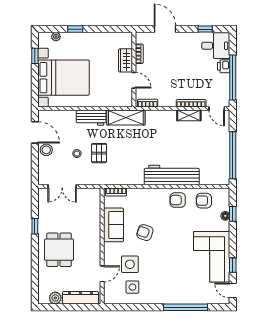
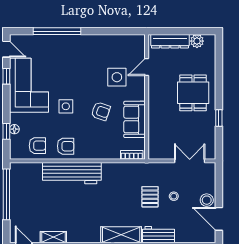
side table: (132, 287) -> (66, 106), moved

